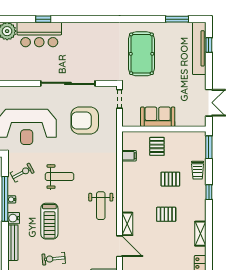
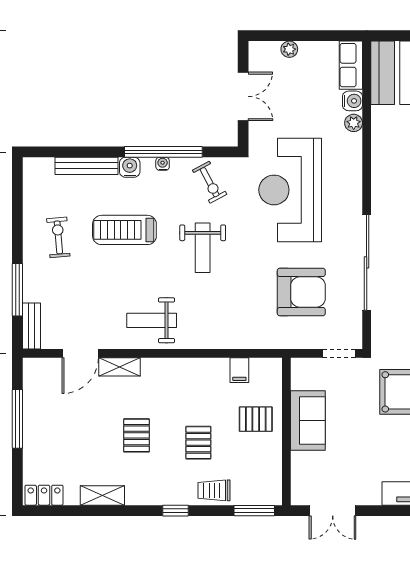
armchair: (85, 121) -> (301, 292), turned 90

